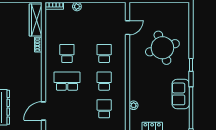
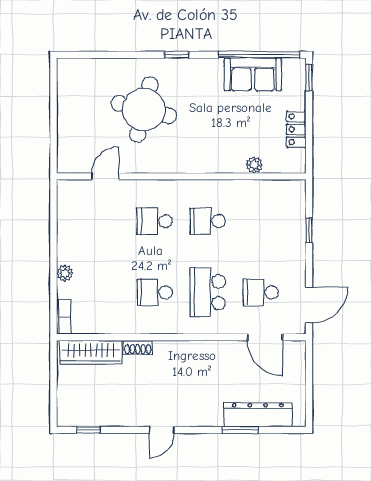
door: (128, 28) -> (105, 176), hinge flipped
round table: (162, 48) -> (144, 110), turned 32
sofa: (181, 94) -> (253, 74), moved
school desk: (104, 109) -> (261, 292), moved

